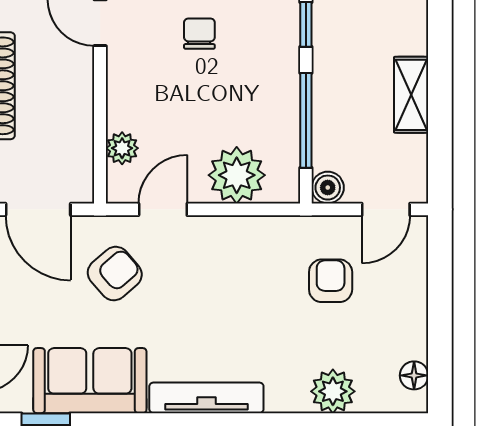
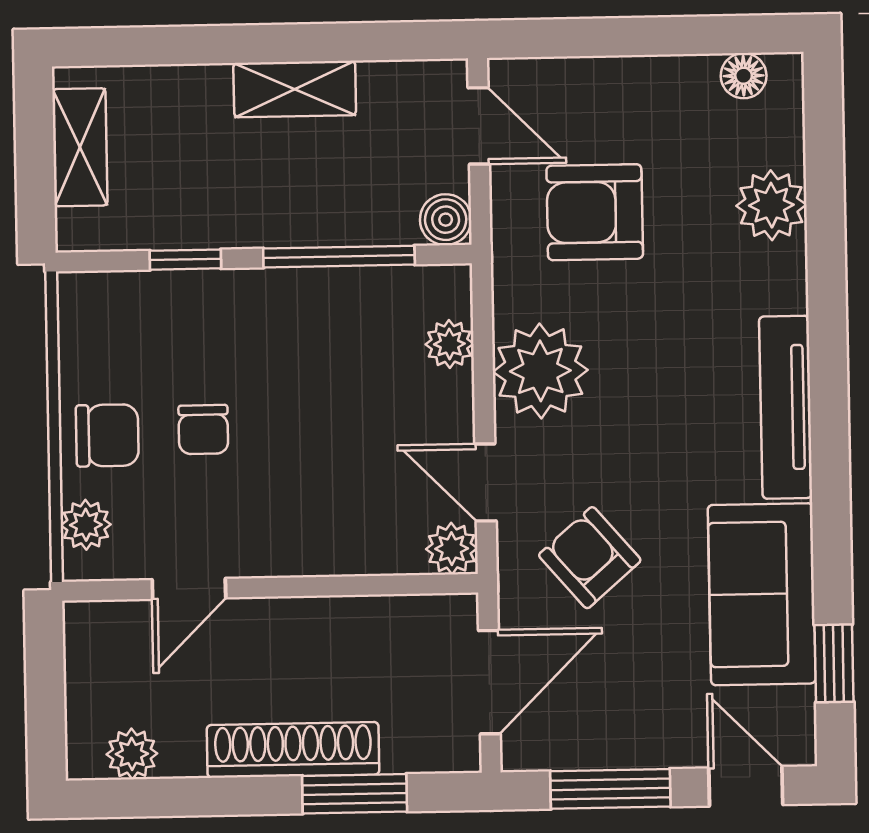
chair: (199, 34) -> (203, 430), turned -90
plant: (122, 148) -> (452, 549), moved
plant: (237, 175) -> (449, 344), width x0.53, depth x0.53
plant: (232, 245) -> (540, 371), added
armchair: (331, 281) -> (595, 212), width x1.38, depth x1.38

